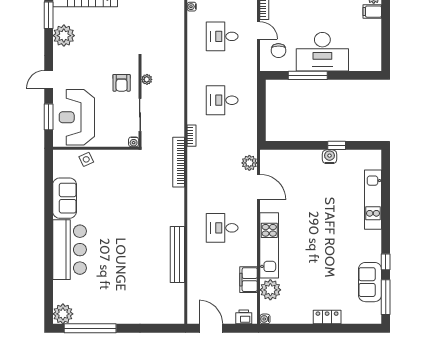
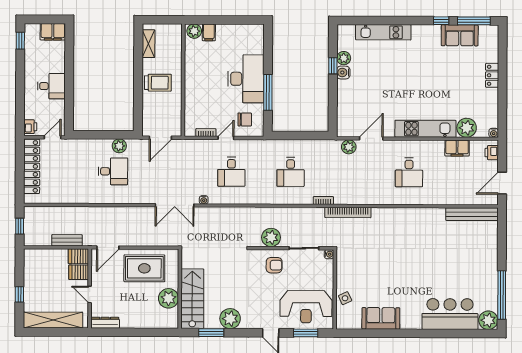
plant: (147, 79) -> (271, 237), width x1.87, depth x1.87
plant: (345, 157) -> (344, 58), added
bar counter: (70, 250) -> (450, 314), moved
bench: (177, 255) -> (472, 214), moved

